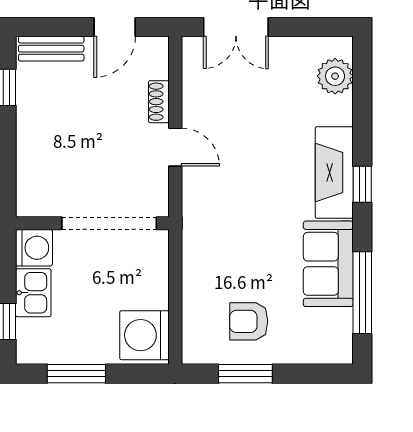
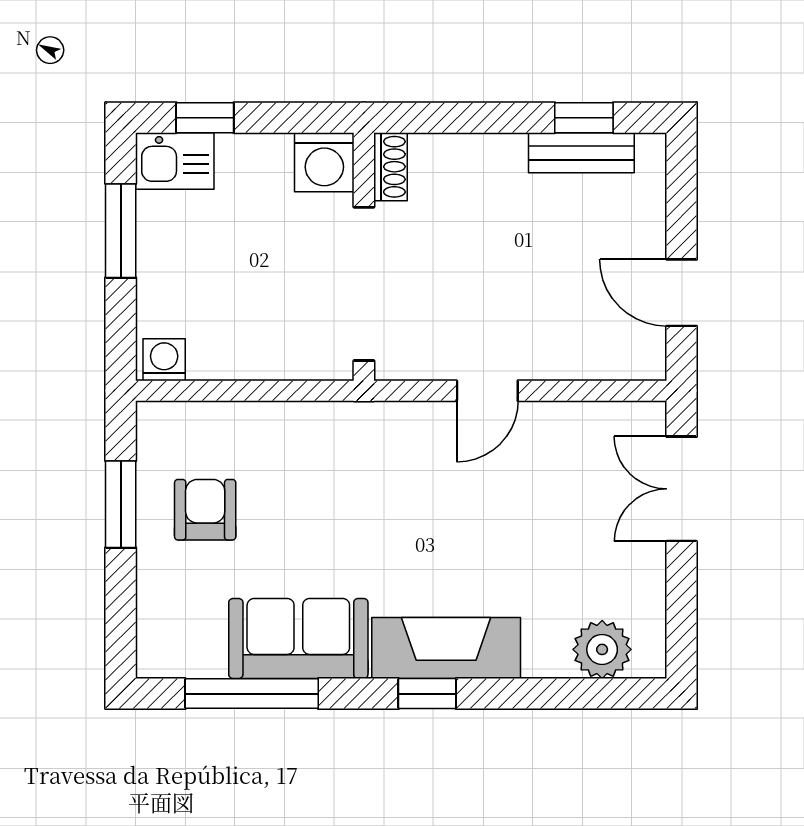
bench: (51, 49) -> (581, 153), moved, turned 90
shoe rack: (159, 102) -> (390, 167), moved, turned 90
kitchen sink: (33, 293) -> (175, 161), moved
washing machine: (144, 335) -> (164, 360), width x0.53, depth x0.53

